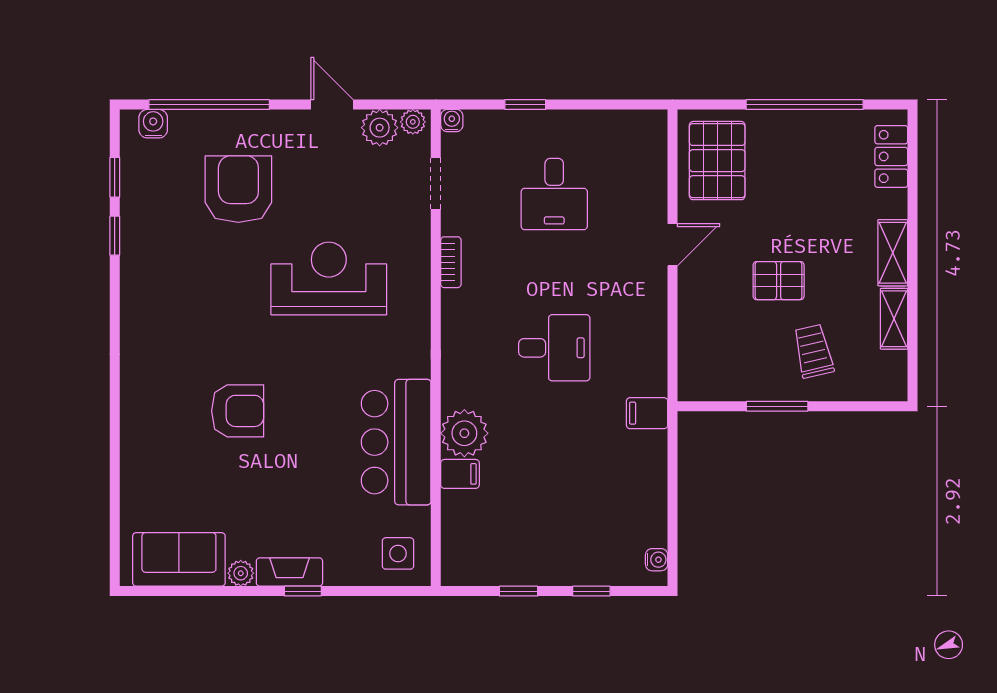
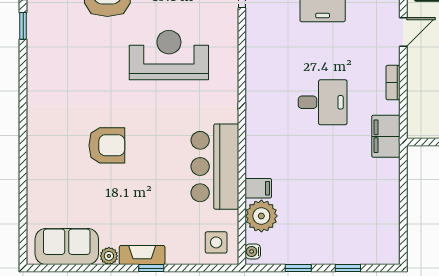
bookcase: (451, 262) -> (393, 83), moved, turned 180
filing cabinet: (647, 413) -> (386, 136), width x2.00
plant: (464, 433) -> (261, 216), moved
water cooler: (657, 560) -> (253, 251), moved, turned 180

